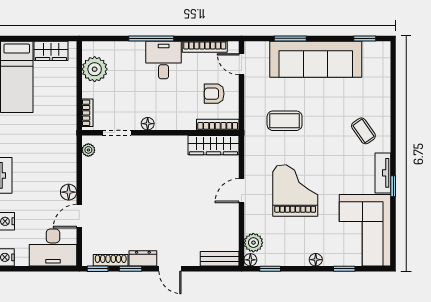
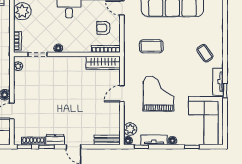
tv unit: (289, 259) -> (154, 140), added

